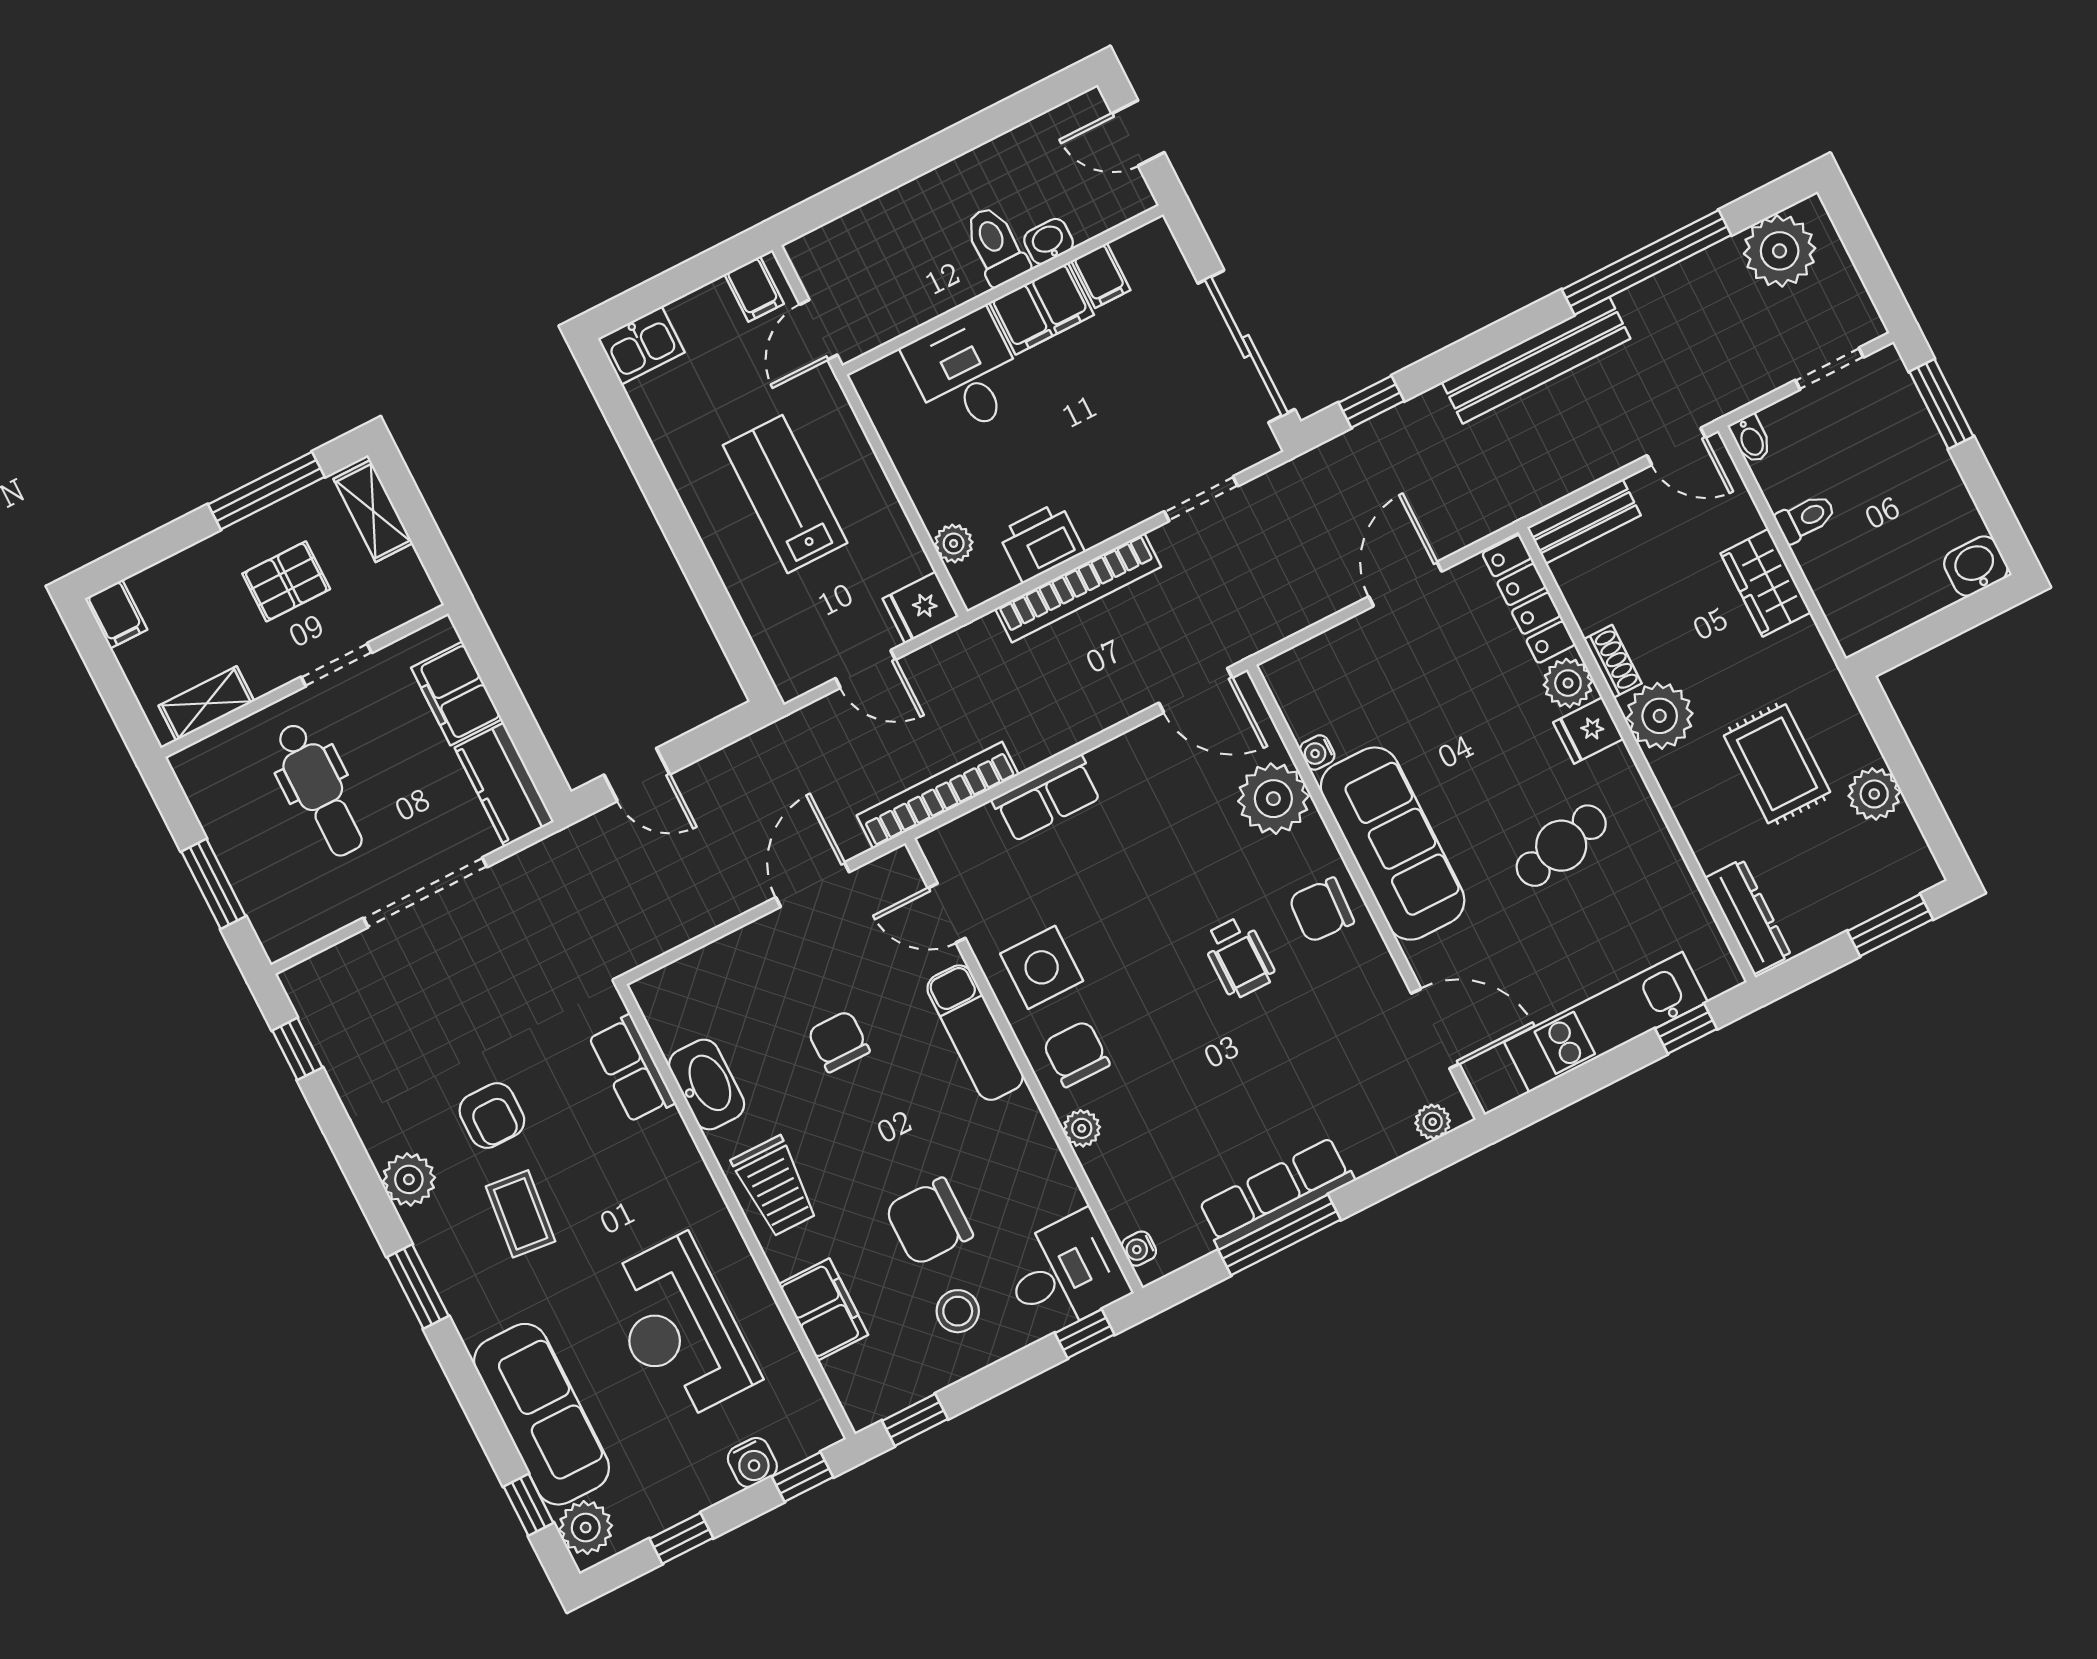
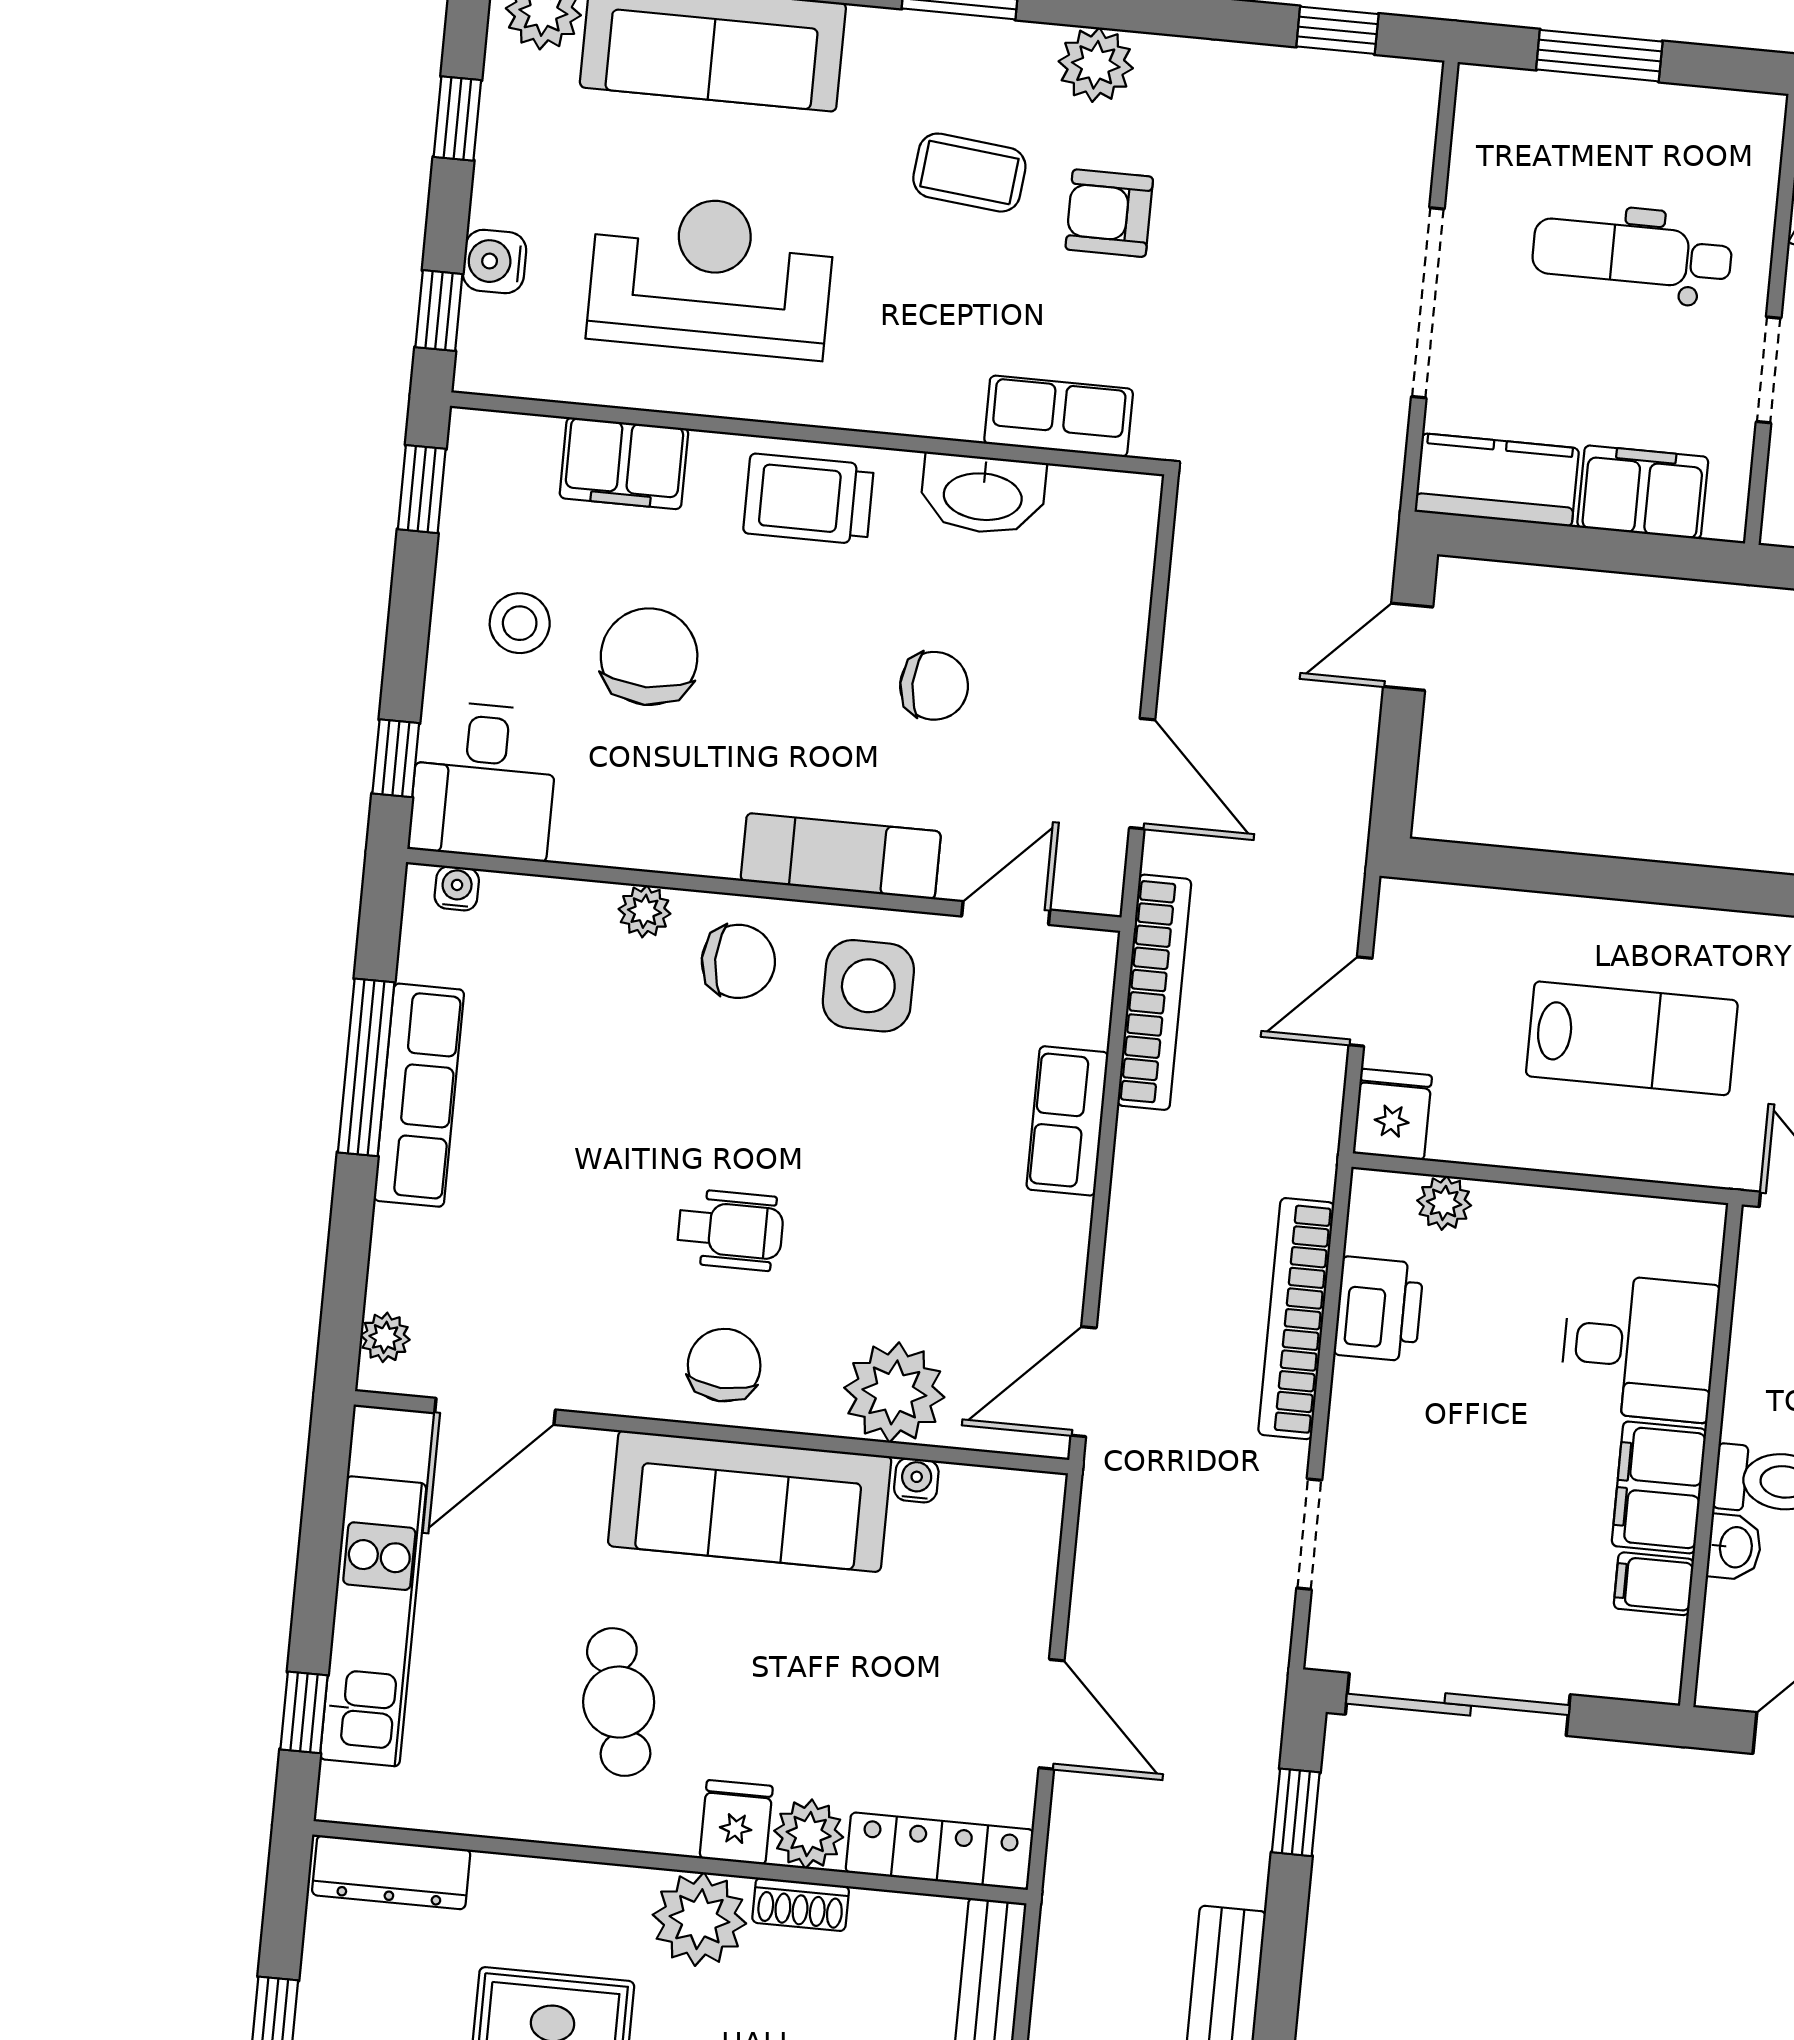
wheelchair: (1239, 957) -> (730, 1230), turned 180

